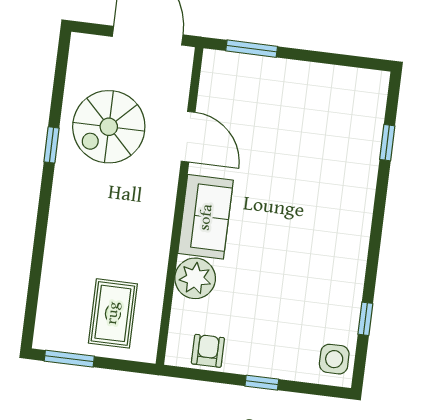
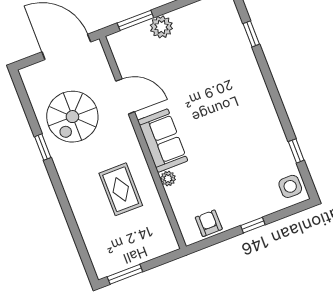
plant: (280, 74) -> (161, 27), added
plant: (195, 278) -> (168, 179), width x0.53, depth x0.53
rug: (113, 313) -> (121, 189), moved

